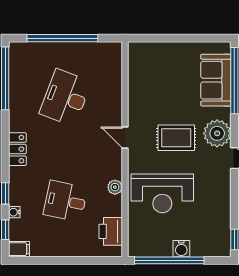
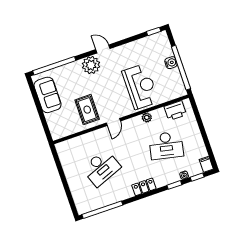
window: (62, 38) -> (65, 183), removed
sofa: (216, 80) -> (48, 95), moved, turned -90
desk: (65, 98) -> (101, 168), turned -42
rug: (176, 138) -> (87, 110), moved
desk: (65, 201) -> (166, 145), width x1.37

